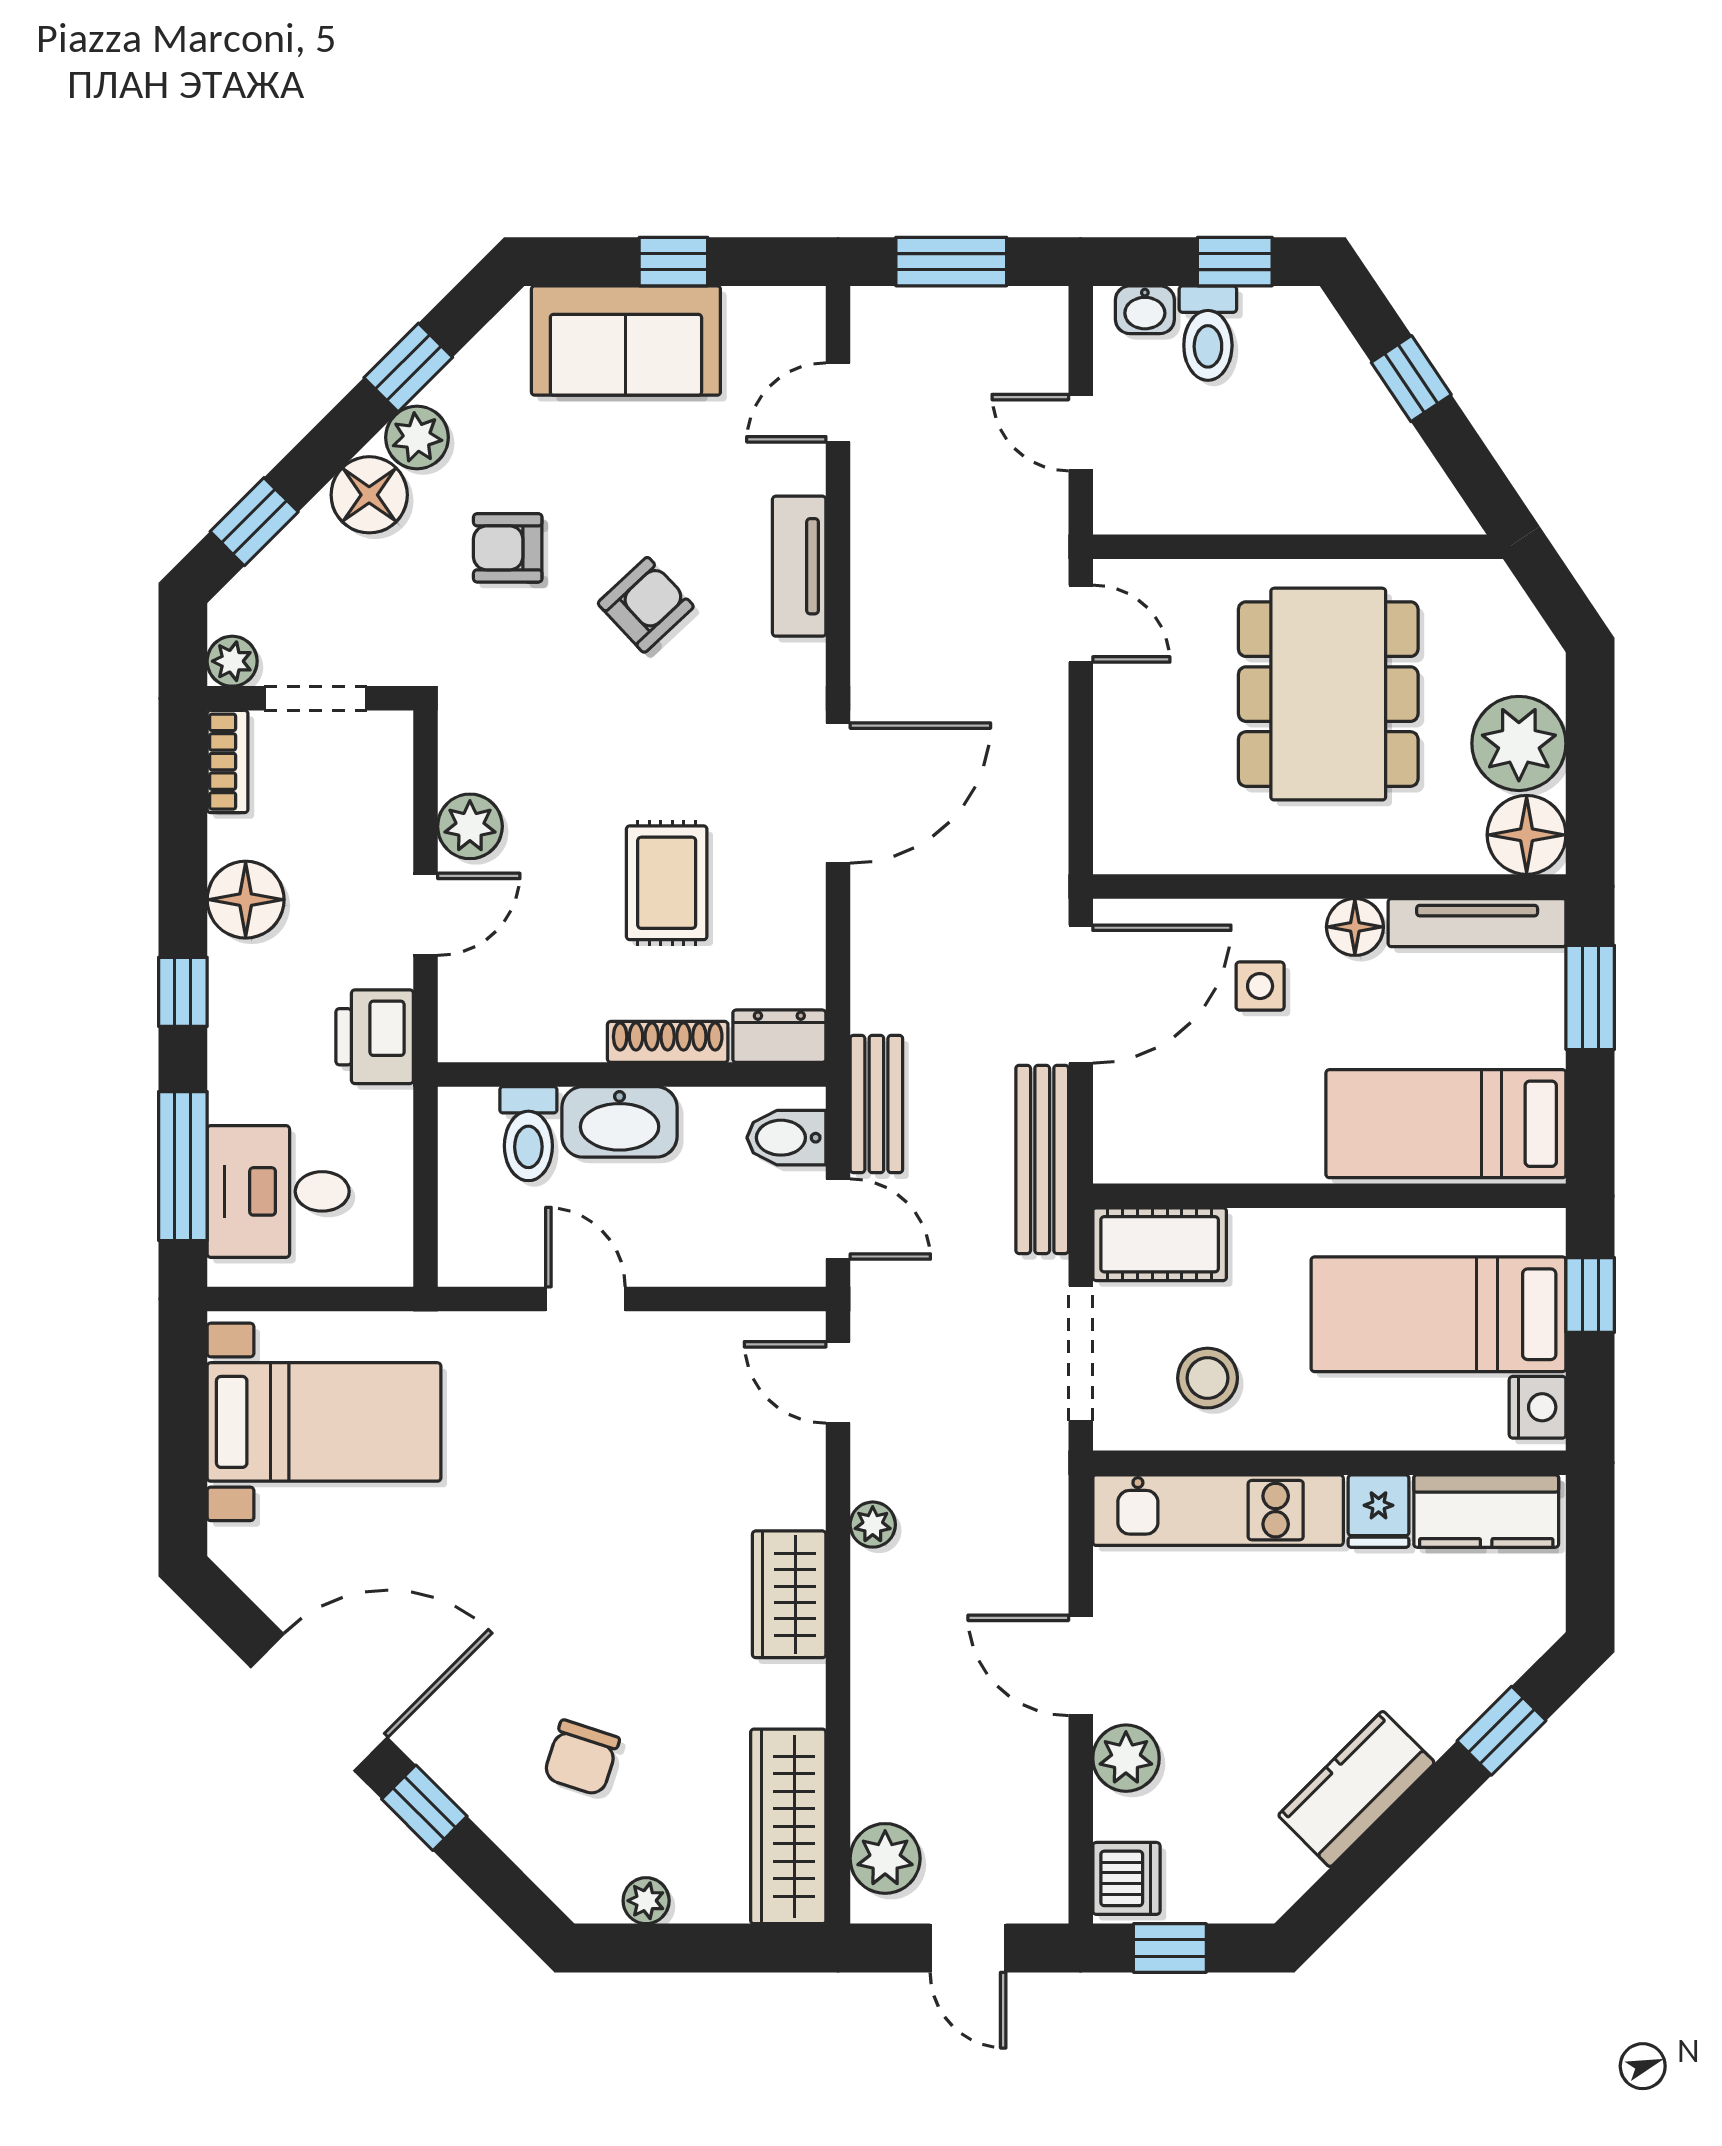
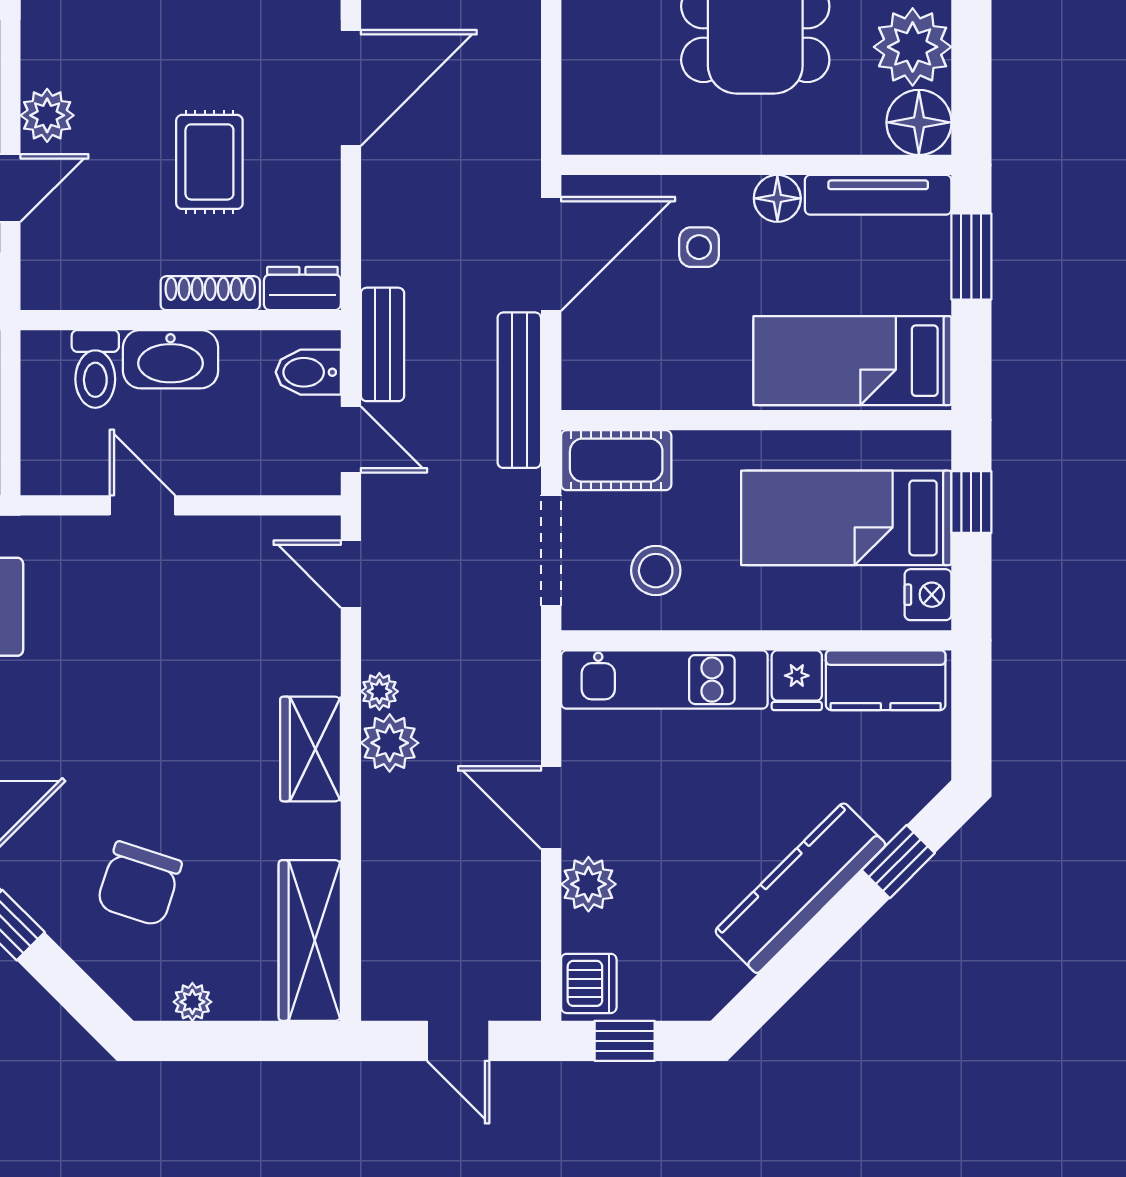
chair: (581, 1758) -> (139, 884), width x1.37, depth x1.37
kitchen counter: (1356, 1789) -> (800, 888), width x1.50
plant: (885, 1858) -> (390, 743), moved

